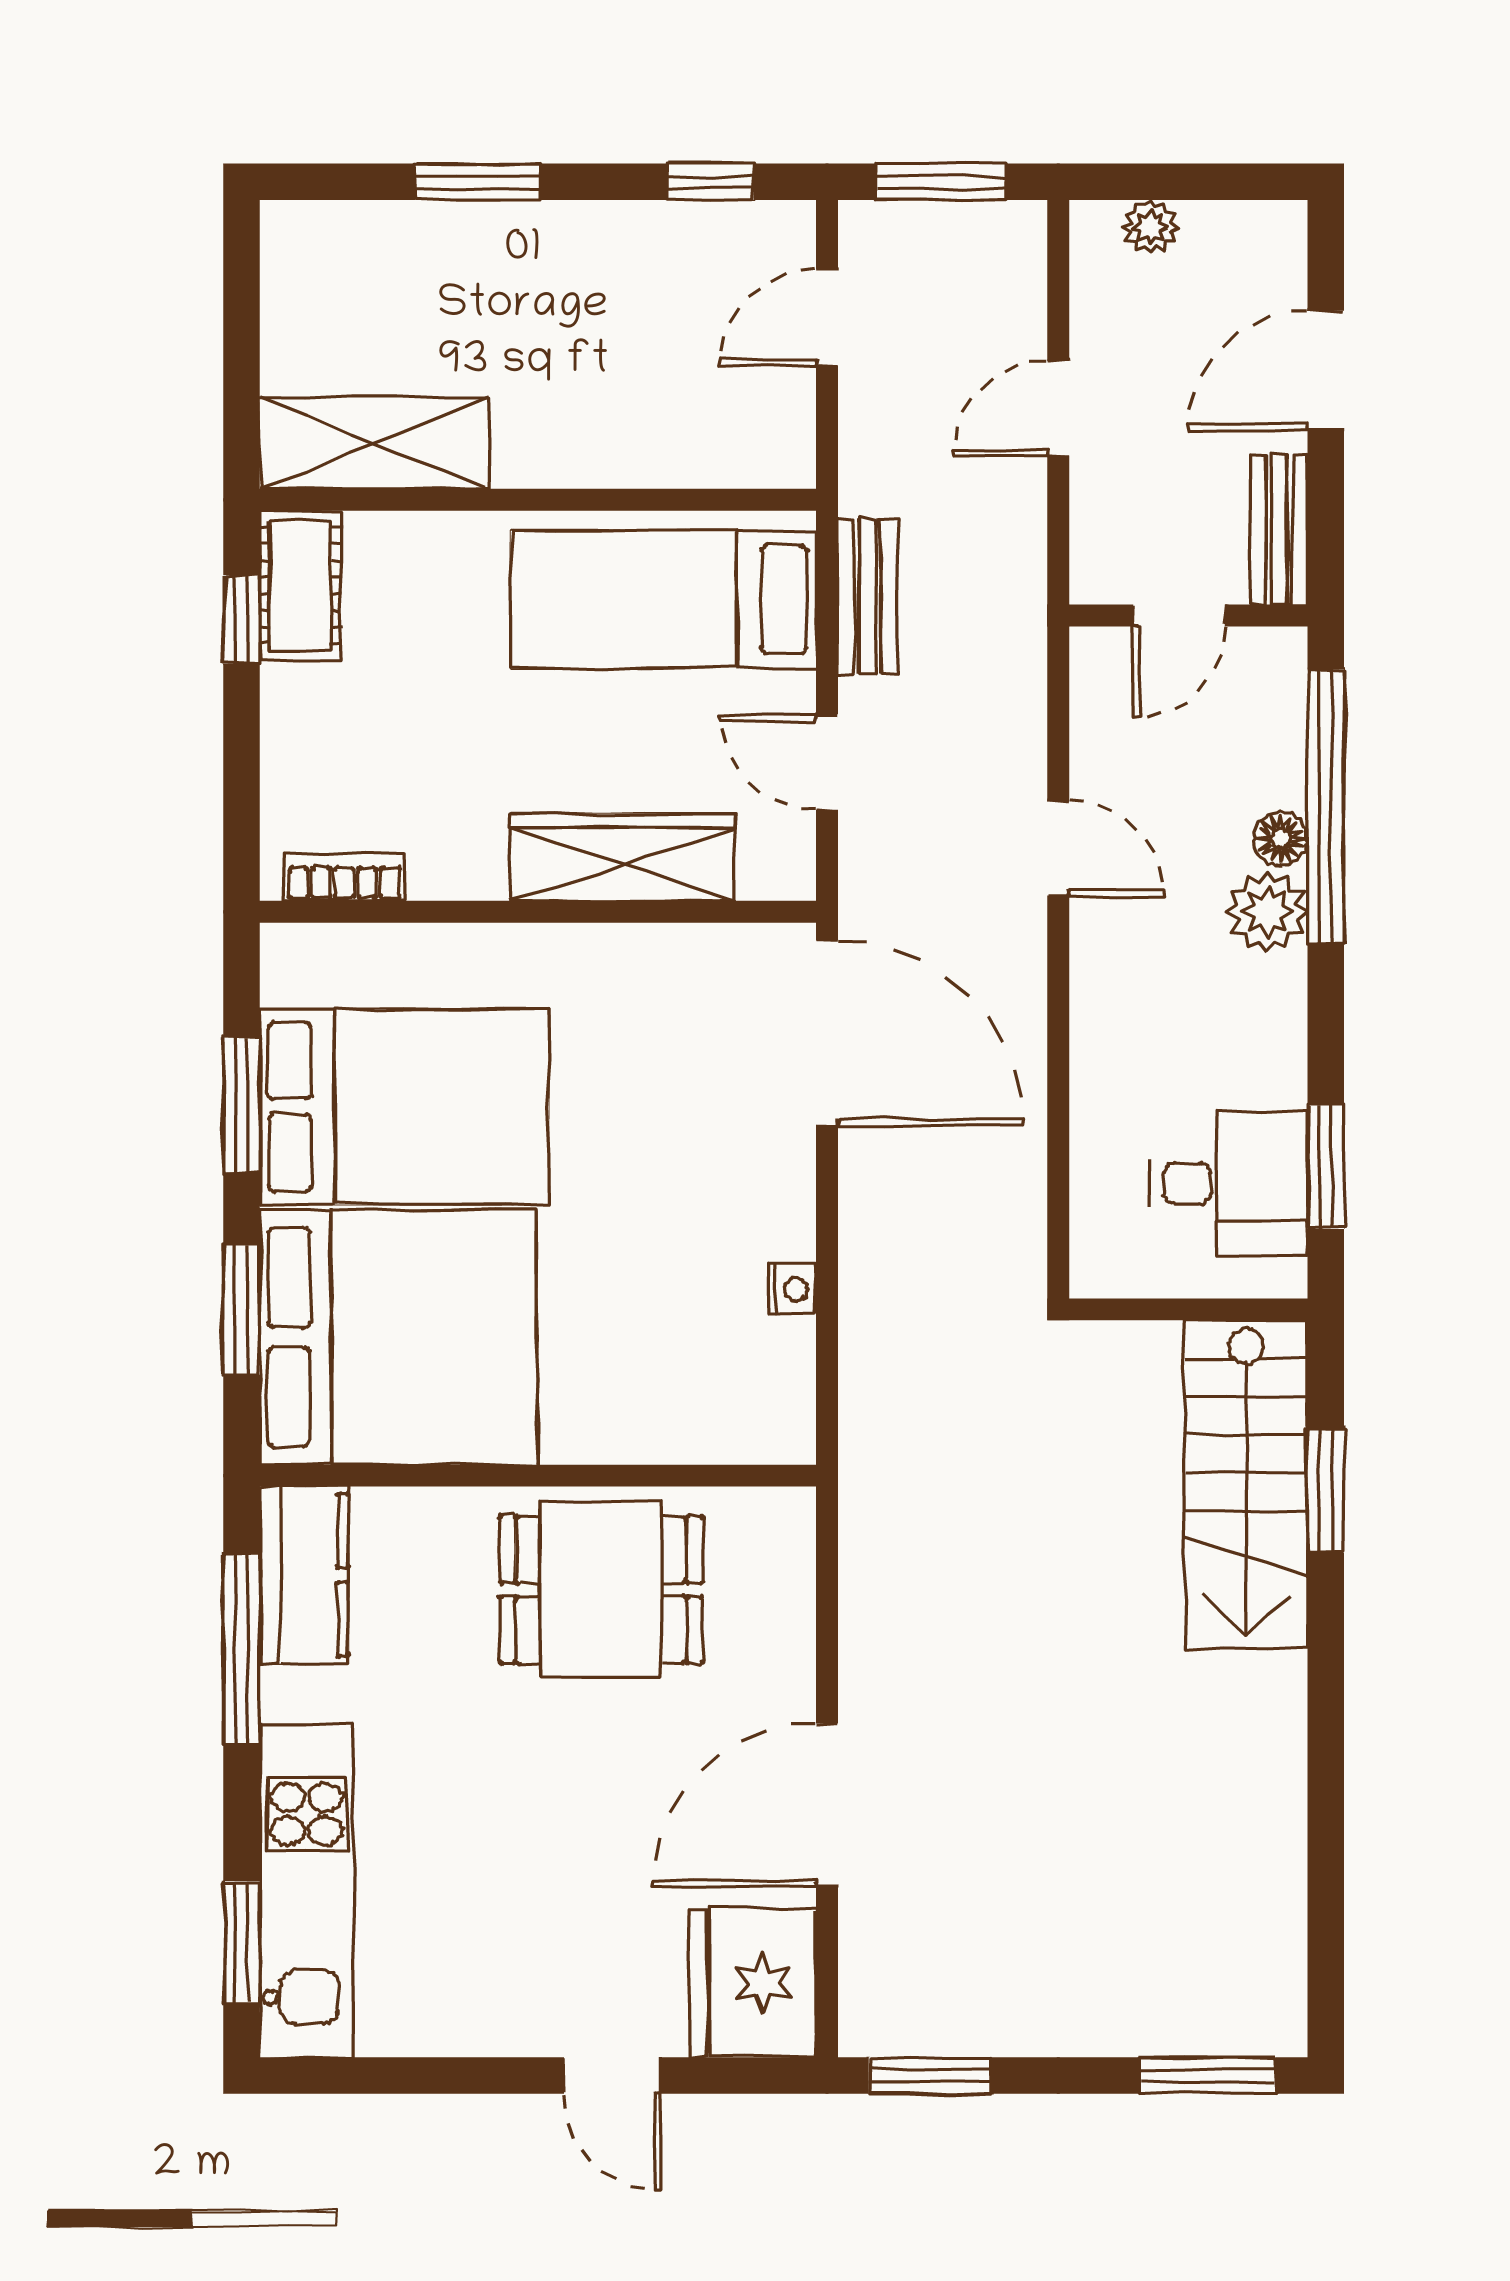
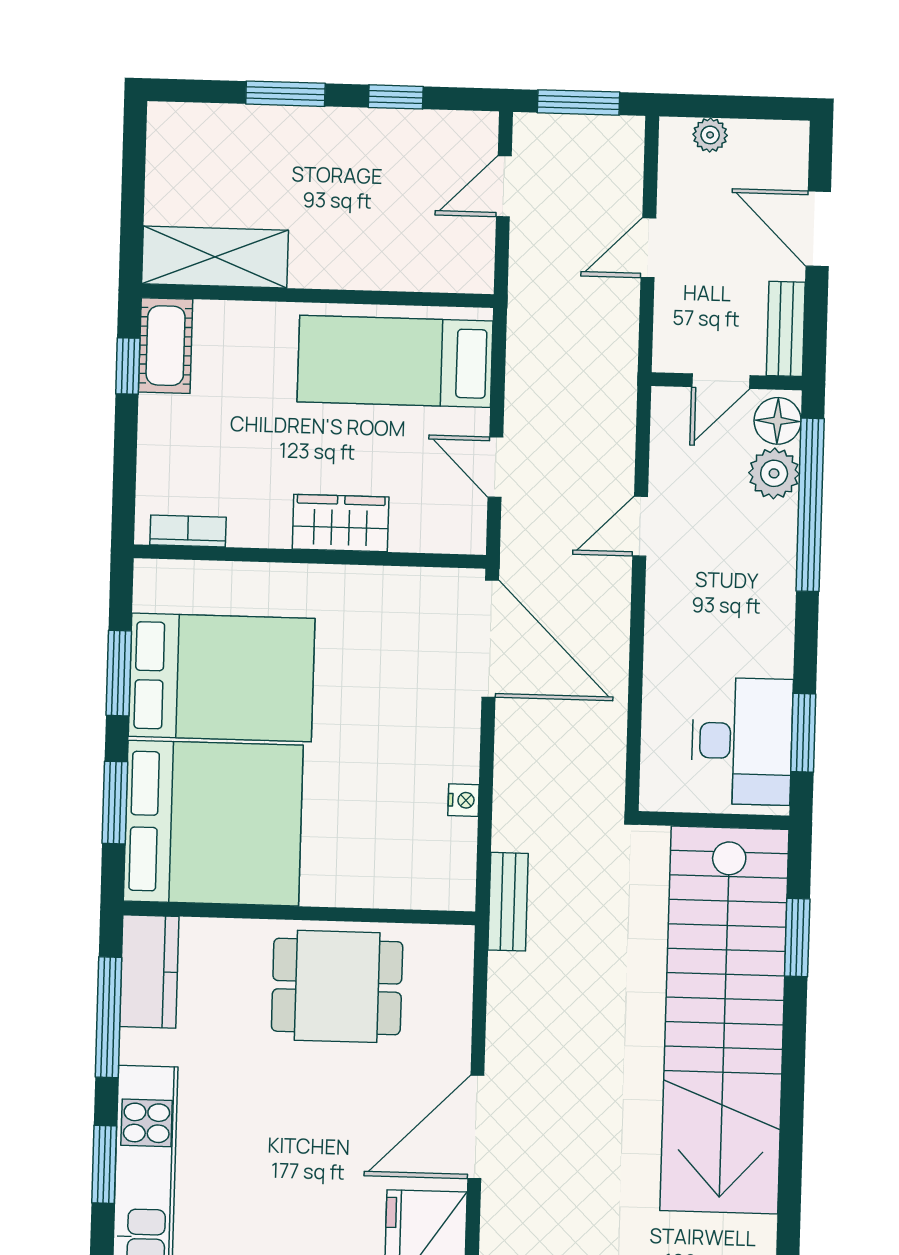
window: (711, 182) -> (396, 97), moved
door: (1326, 370) -> (818, 229), hinge flipped
bench: (867, 596) -> (508, 902), moved
floor lamp: (1281, 839) -> (778, 421), moved, width x1.37, depth x1.37
door: (1058, 848) -> (640, 526), swing flipped
wardrobe: (622, 857) -> (341, 523), width x0.67
plant: (1267, 912) -> (774, 473), moved
desk: (1229, 1183) -> (742, 741), width x1.37
stairs: (1246, 1484) -> (724, 1020), width x1.86, depth x1.51
window: (242, 1942) -> (104, 1164), moved

